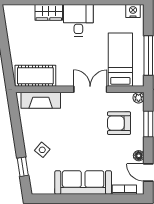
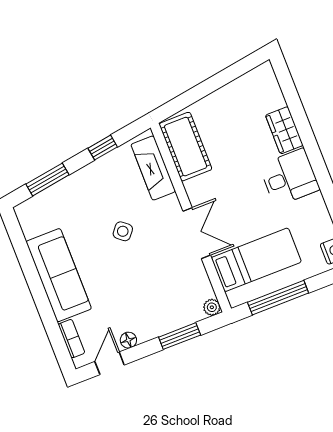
armchair: (119, 123) -> (164, 293), removed
window: (16, 126) -> (103, 148), added
side table: (42, 150) -> (123, 231), moved
window: (23, 167) -> (48, 179), width x1.50

